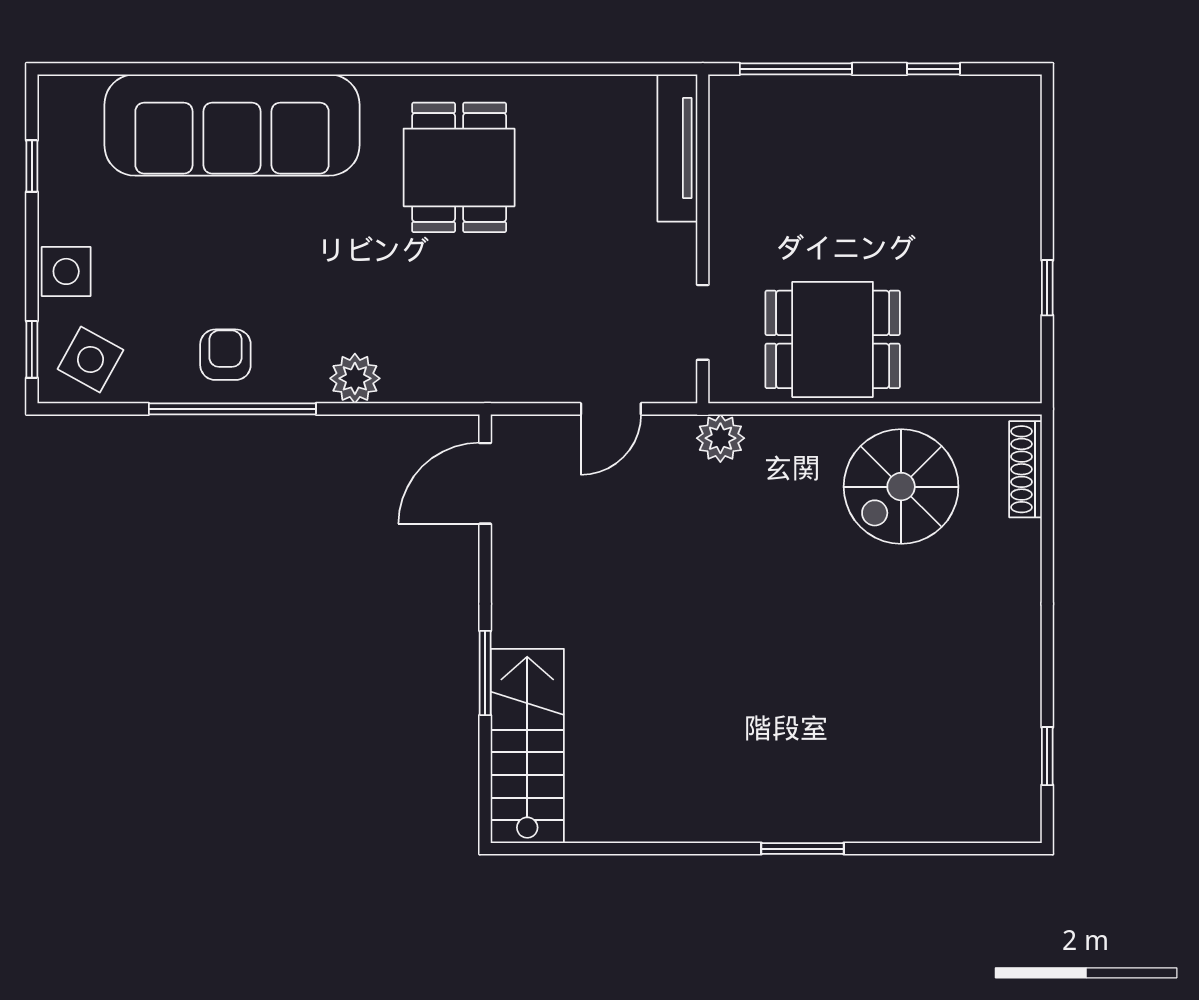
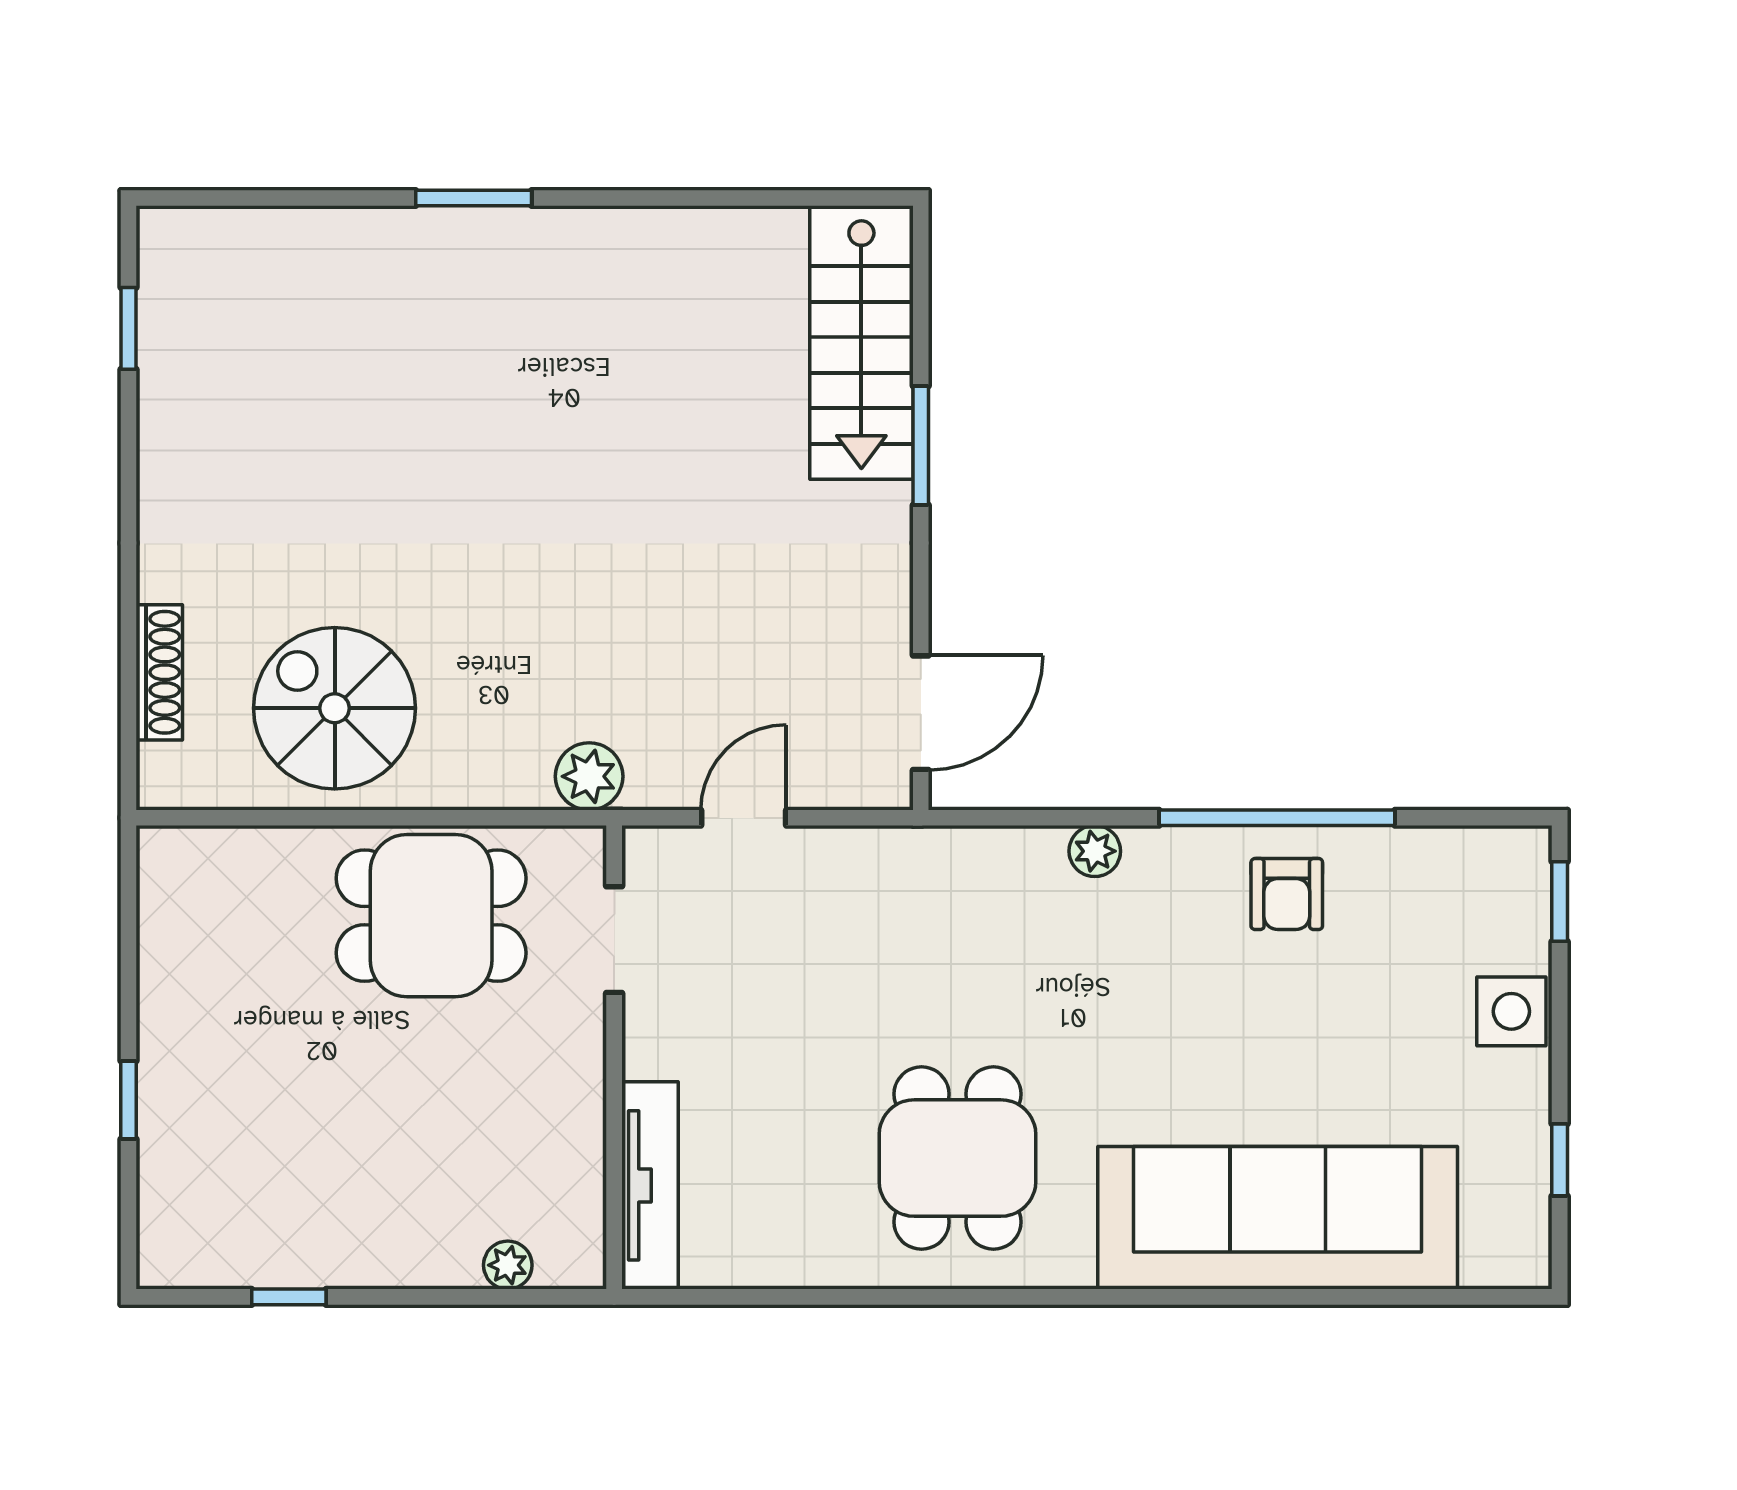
window: (796, 69) -> (483, 1297), removed
plant: (778, 91) -> (508, 1265), added
window: (1047, 288) -> (129, 1100), moved
side table: (90, 359) -> (1477, 887), removed
plant: (355, 378) -> (1095, 851), width x0.73, depth x0.73
shoe rack: (1025, 469) -> (159, 672), moved
spiral stairs: (901, 487) -> (335, 708), turned -90

